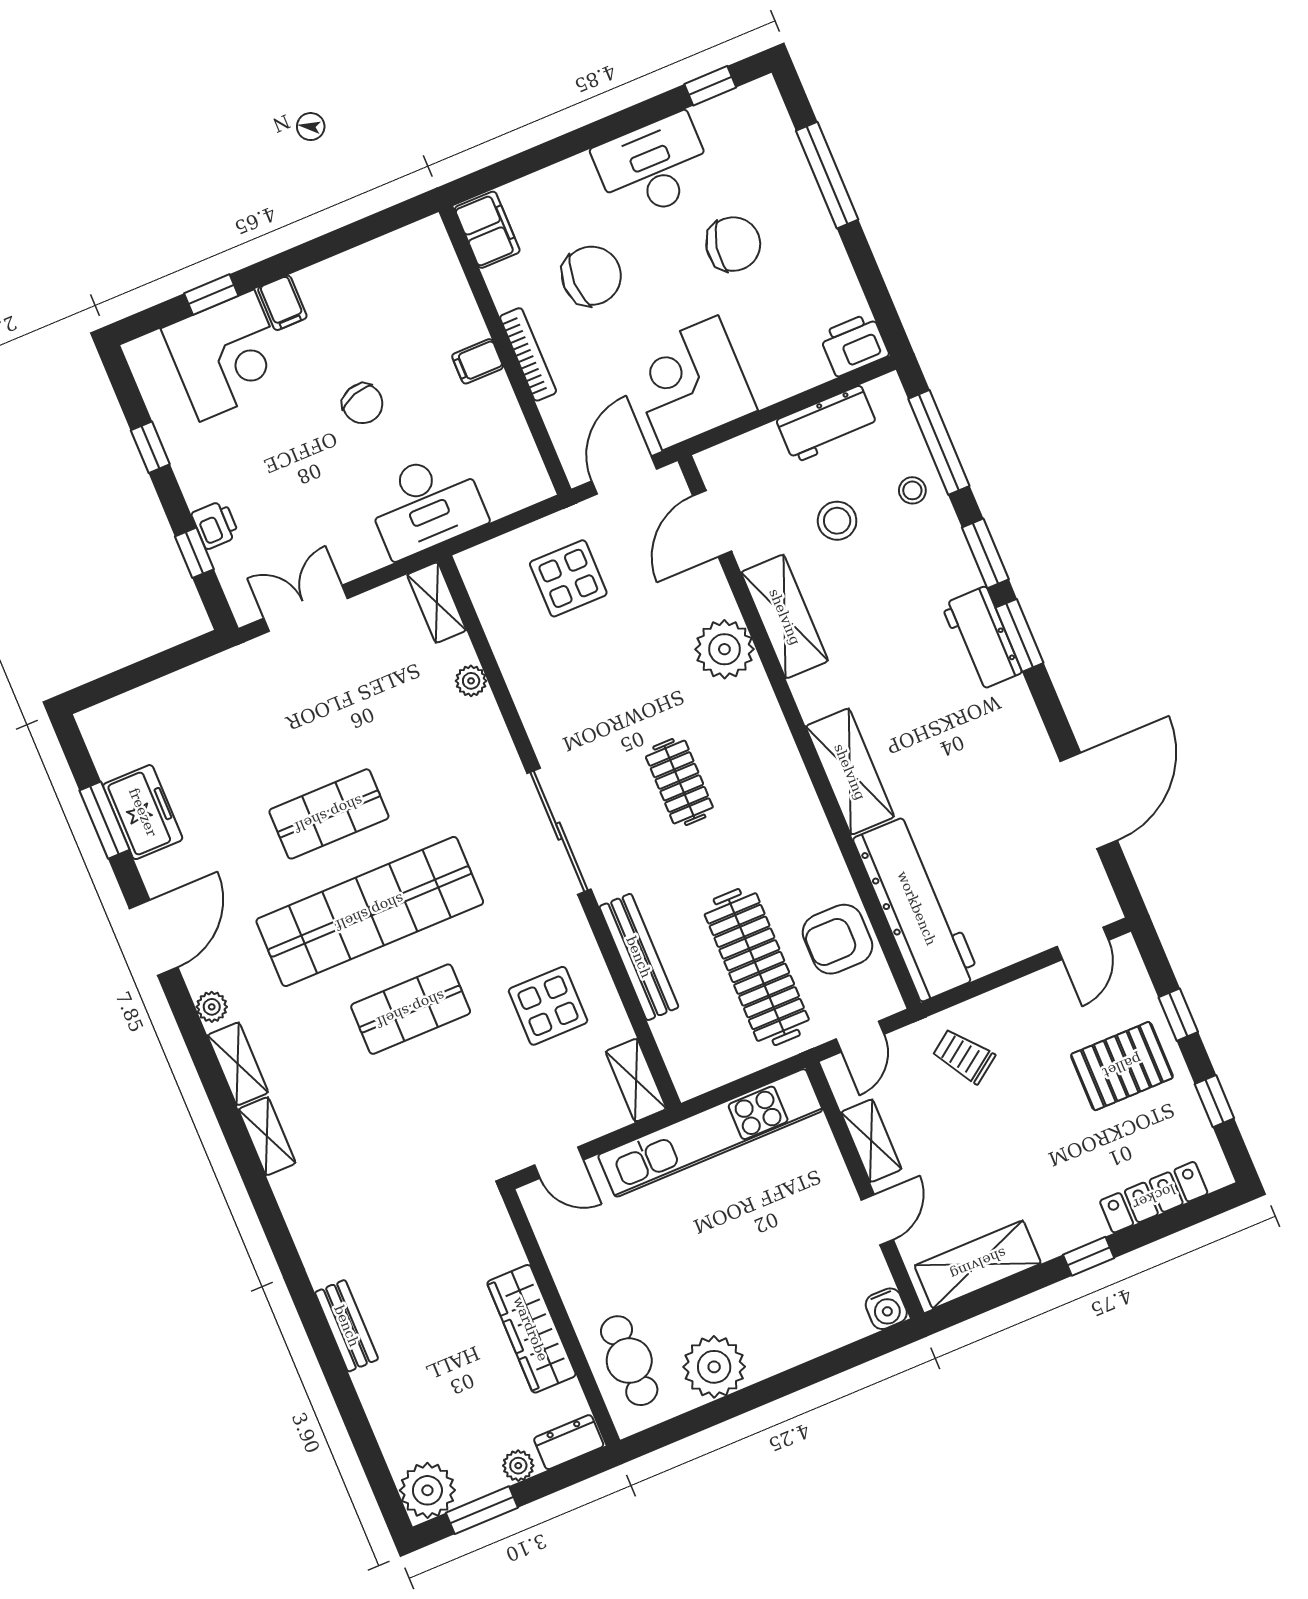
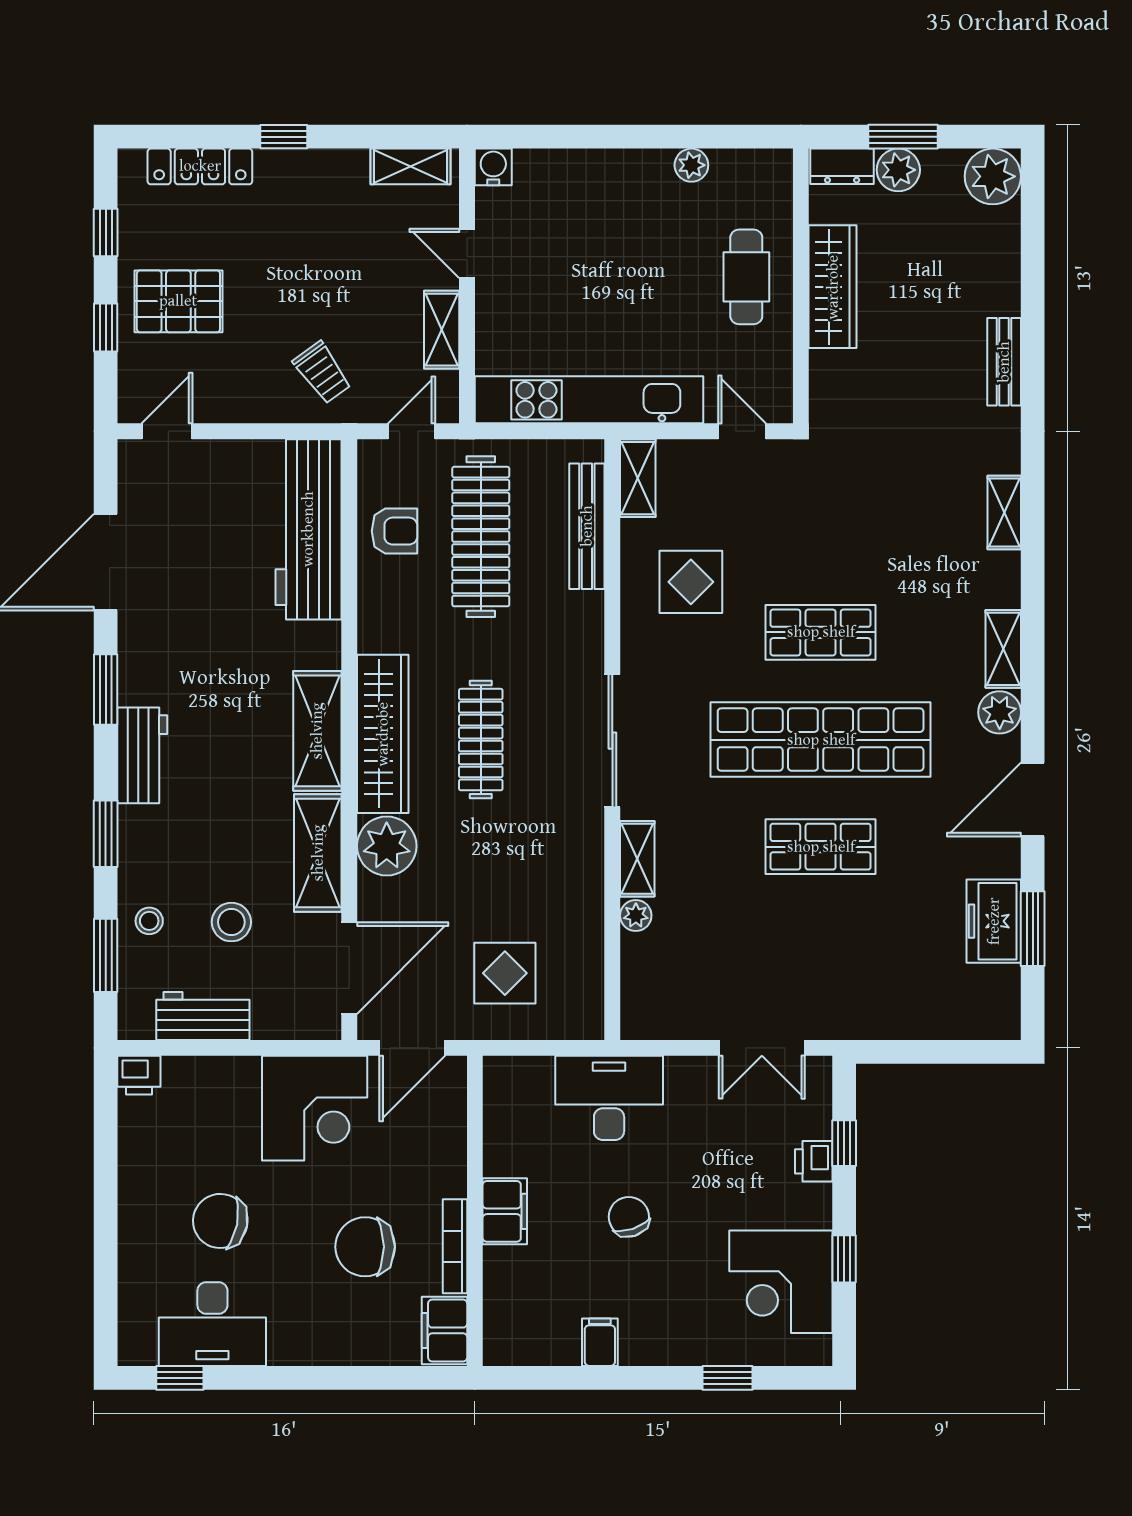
desk: (653, 167) -> (212, 1324), moved
window: (827, 175) -> (106, 1249), removed
filing cabinet: (282, 303) -> (600, 1342), moved
printer: (854, 345) -> (139, 1075), width x0.73, depth x0.81
bookcase: (528, 354) -> (455, 1246), moved
corner desk: (227, 356) -> (781, 1282), moved, turned -90
filing cabinet: (478, 361) -> (505, 1211), width x2.00
window: (939, 442) -> (106, 955), width x0.69
door: (712, 524) -> (349, 968), width x1.36
shelving: (437, 602) -> (637, 859), moved
window: (1020, 635) -> (106, 689), moved
wardrobe: (771, 750) -> (383, 734), added
shelving: (850, 772) -> (317, 731), moved
clothes rail: (679, 782) -> (481, 740), width x1.36
armchair: (837, 939) -> (394, 531), width x0.72, depth x0.72
bench: (639, 957) -> (587, 526), moved
plant: (212, 1007) -> (1000, 712), width x1.38, depth x1.38
shelving: (267, 1136) -> (1004, 512), moved
door: (877, 1220) -> (467, 253), hinge flipped
shelving: (978, 1264) -> (411, 166), width x0.67, depth x0.75
cafe table: (629, 1361) -> (746, 277), moved
plant: (714, 1367) -> (691, 165), width x0.53, depth x0.53
plant: (518, 1466) -> (898, 170), width x1.38, depth x1.38
window: (482, 1510) -> (903, 137), moved

